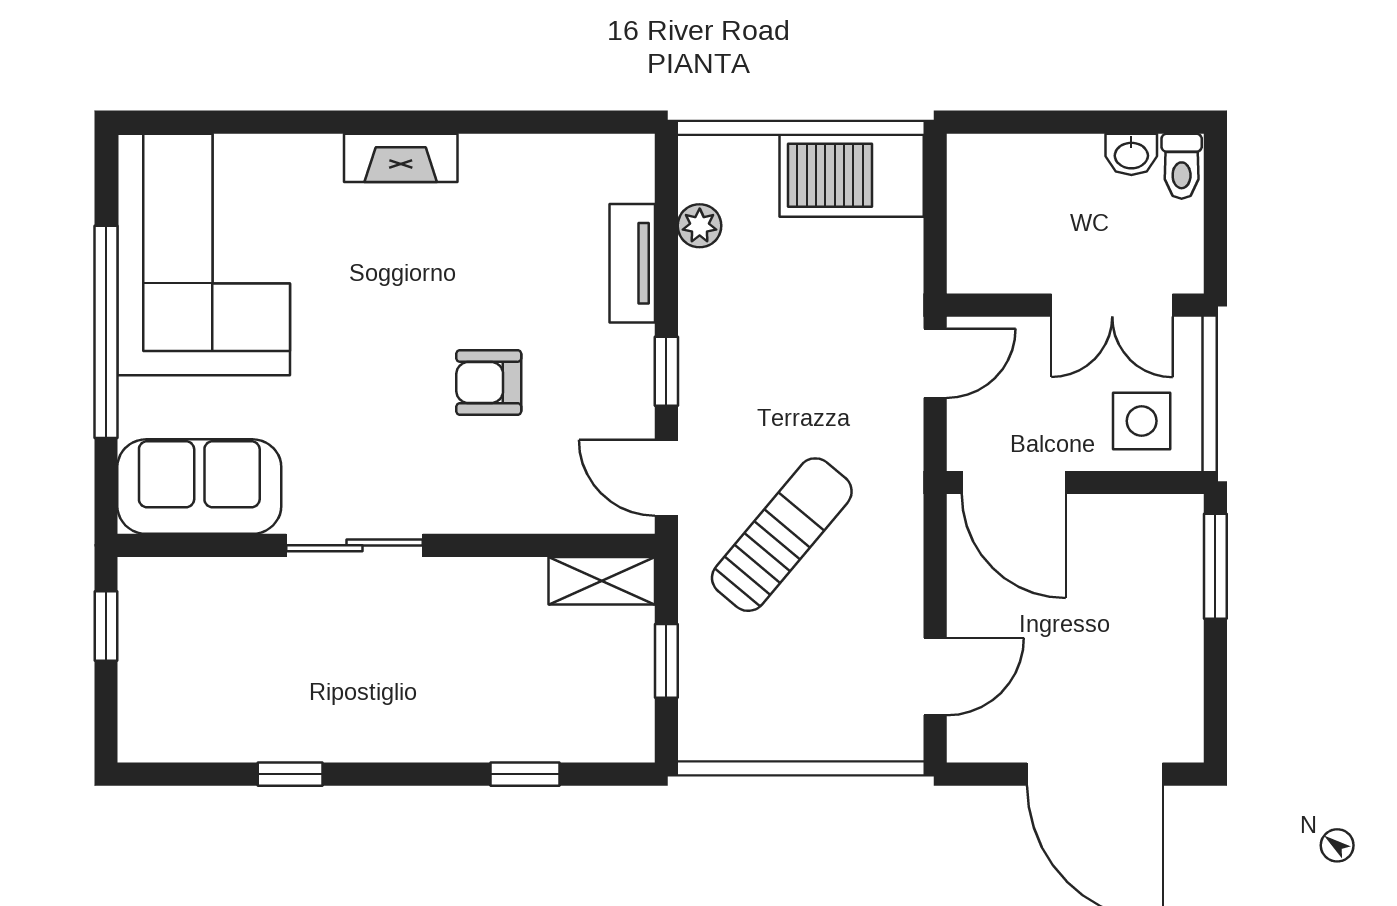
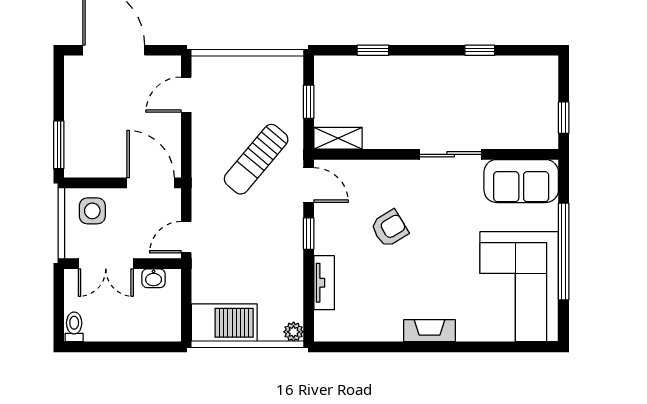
washbasin: (1131, 154) -> (154, 278), moved, turned 180
plant: (700, 226) -> (294, 332), moved
double door: (1112, 305) -> (106, 264), swing flipped
armchair: (489, 382) -> (389, 228), turned -31

